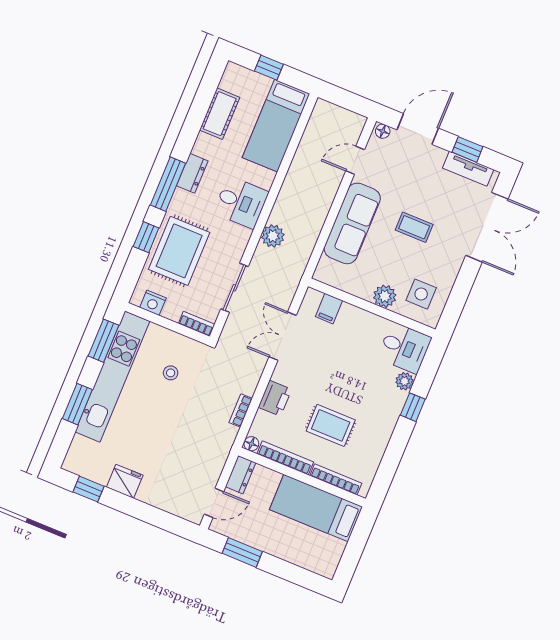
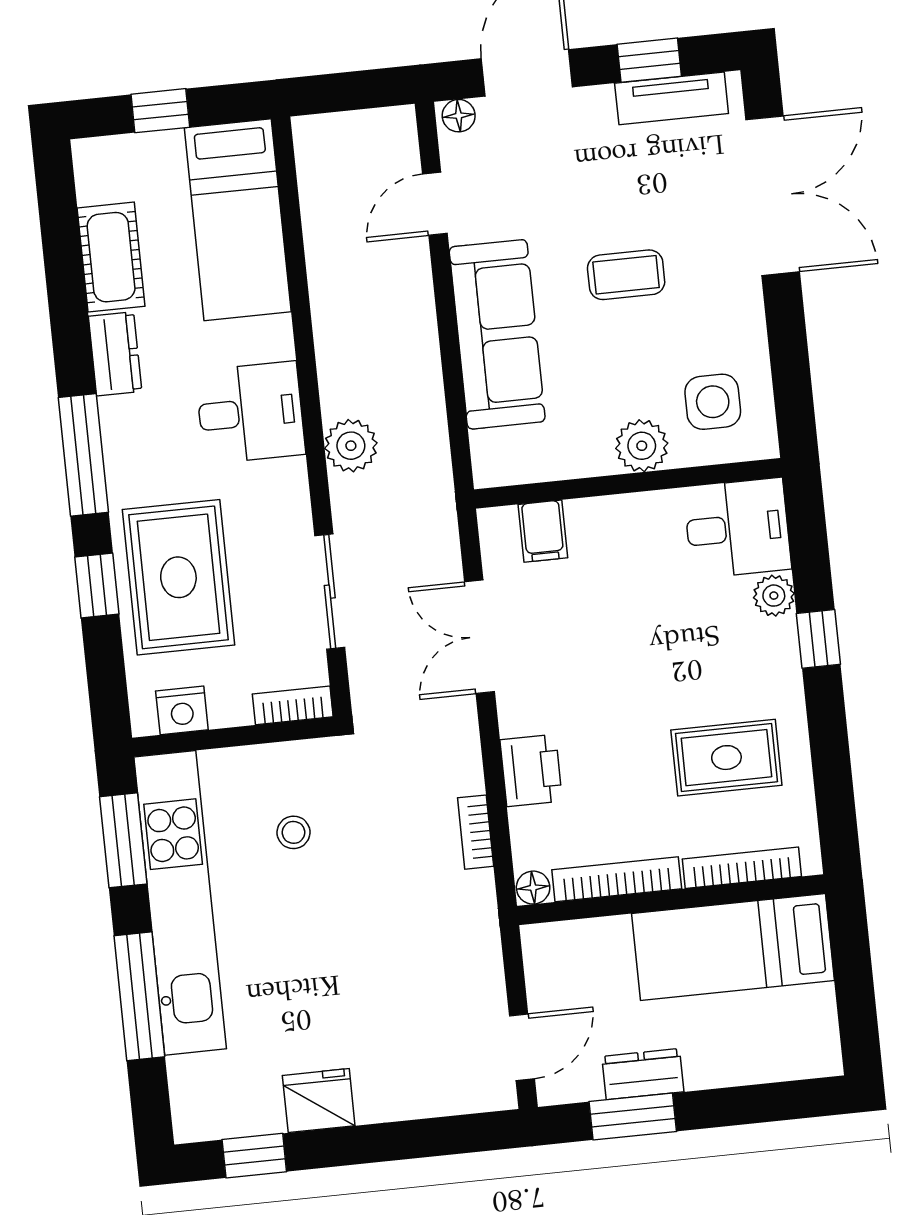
dresser: (192, 173) -> (115, 354), moved
window: (77, 404) -> (139, 996), width x1.44
rug: (331, 425) -> (726, 758), moved
dresser: (241, 475) -> (643, 1074), moved, turned -90

